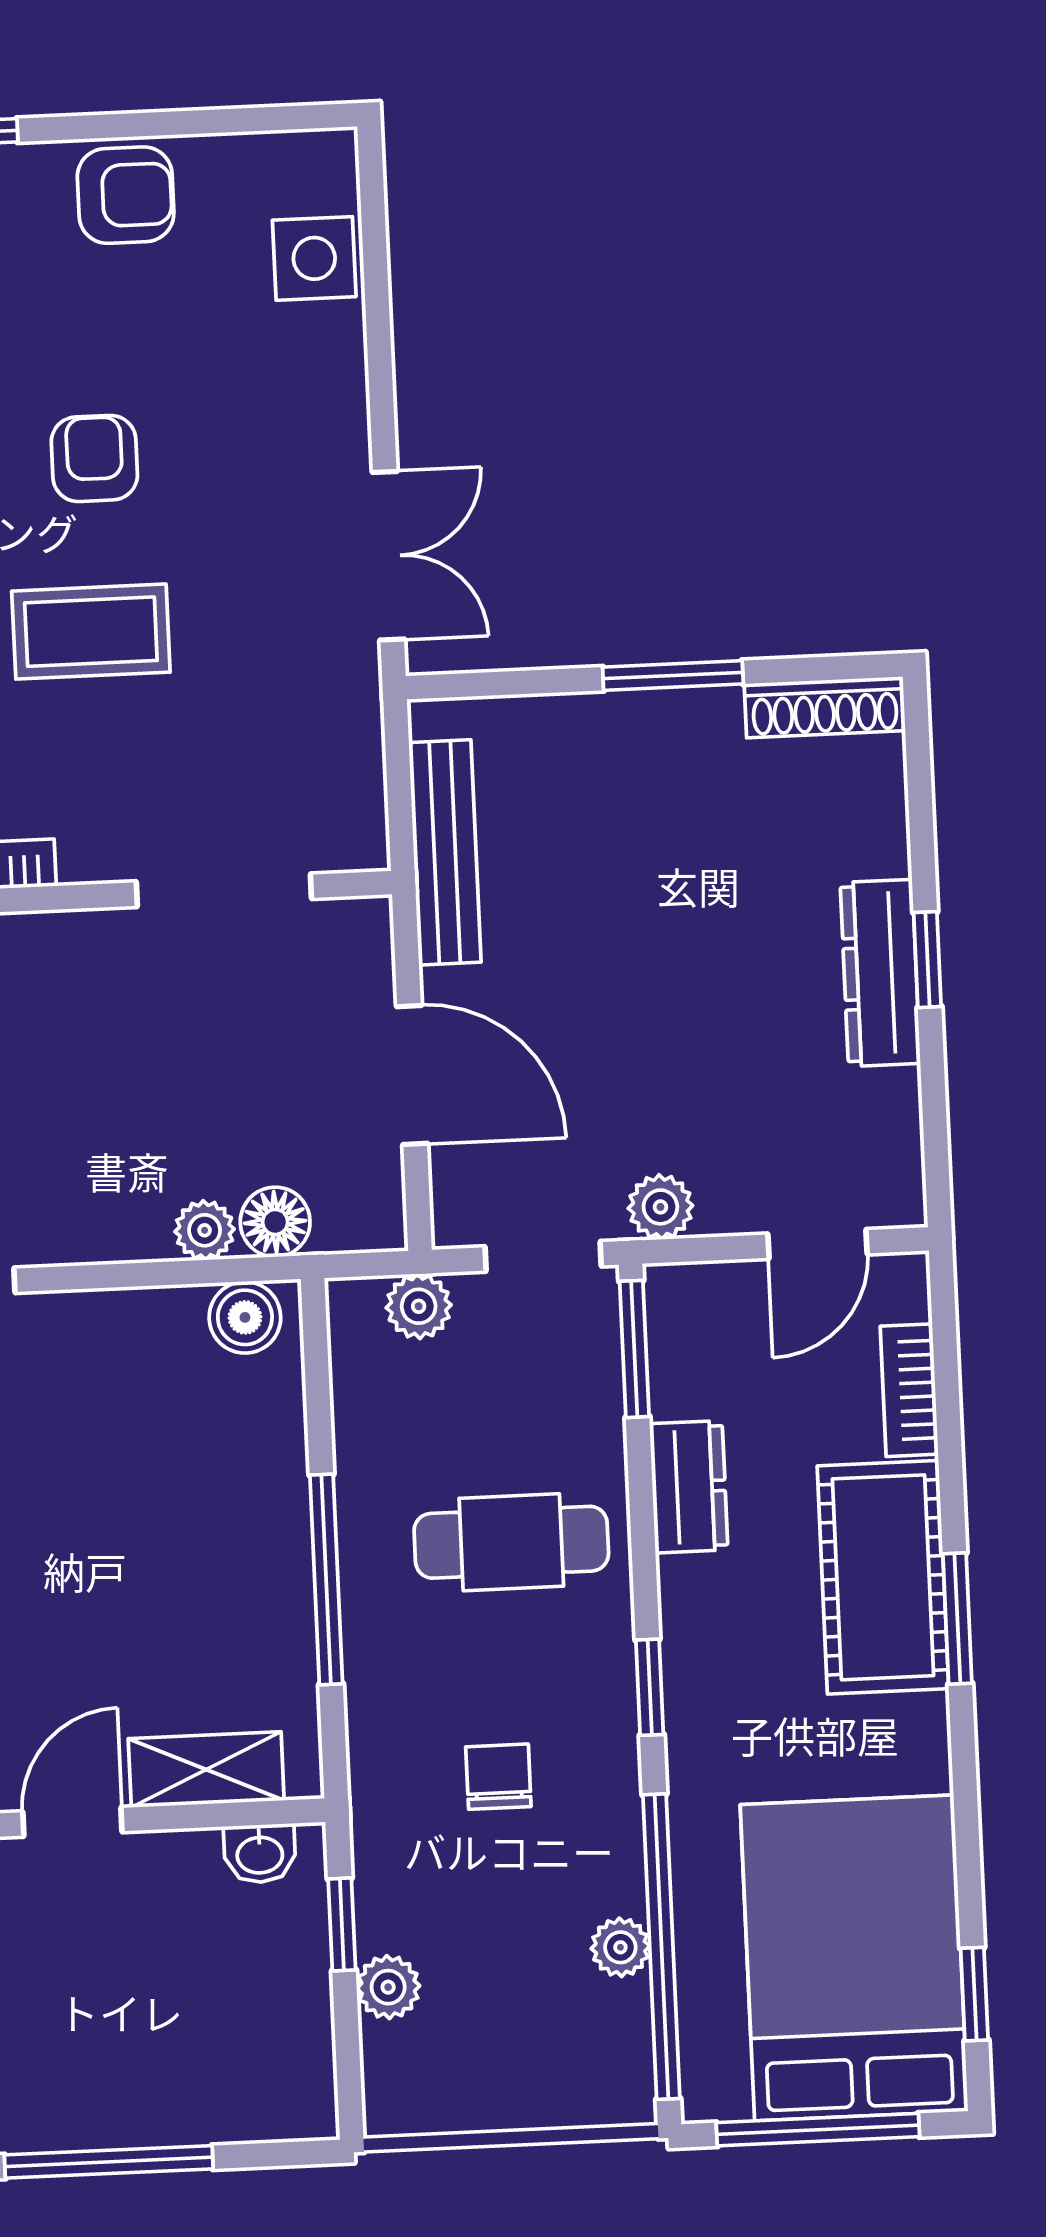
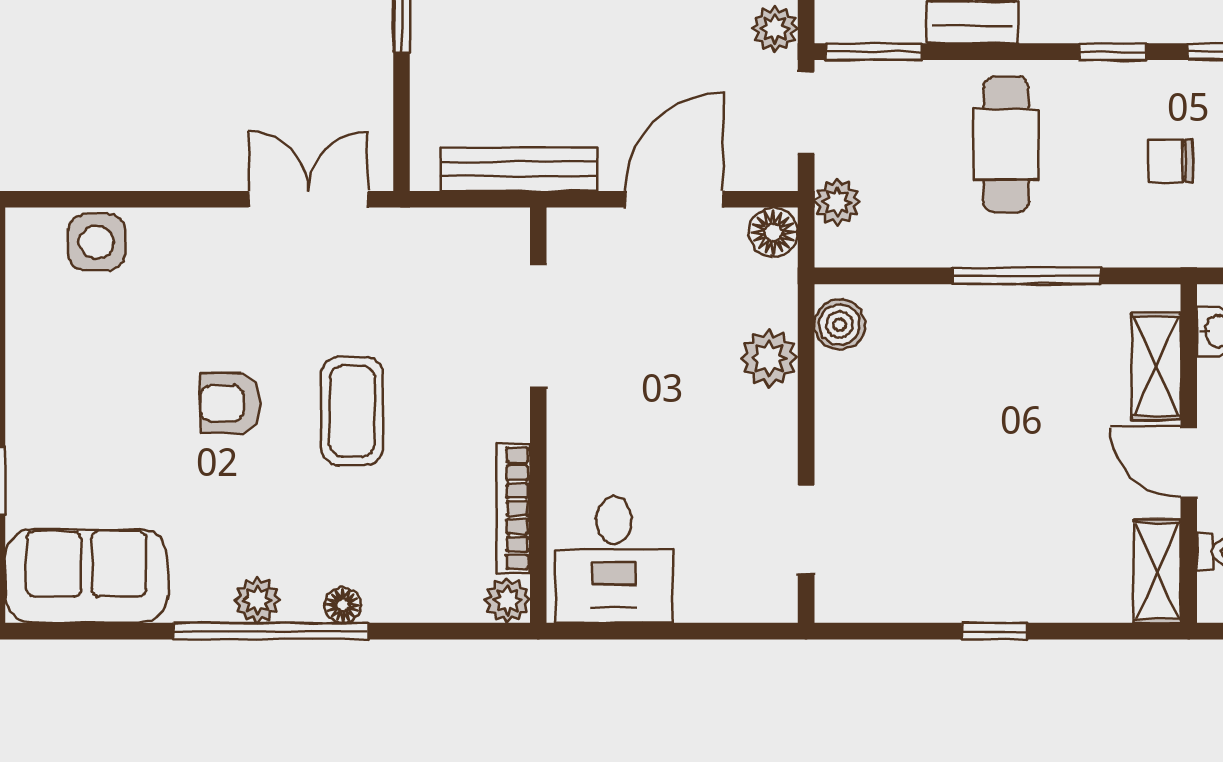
armchair: (126, 195) -> (46, 373), removed
floor lamp: (275, 1222) -> (773, 232), moved
plant: (205, 1230) -> (769, 358), width x1.38, depth x1.38

